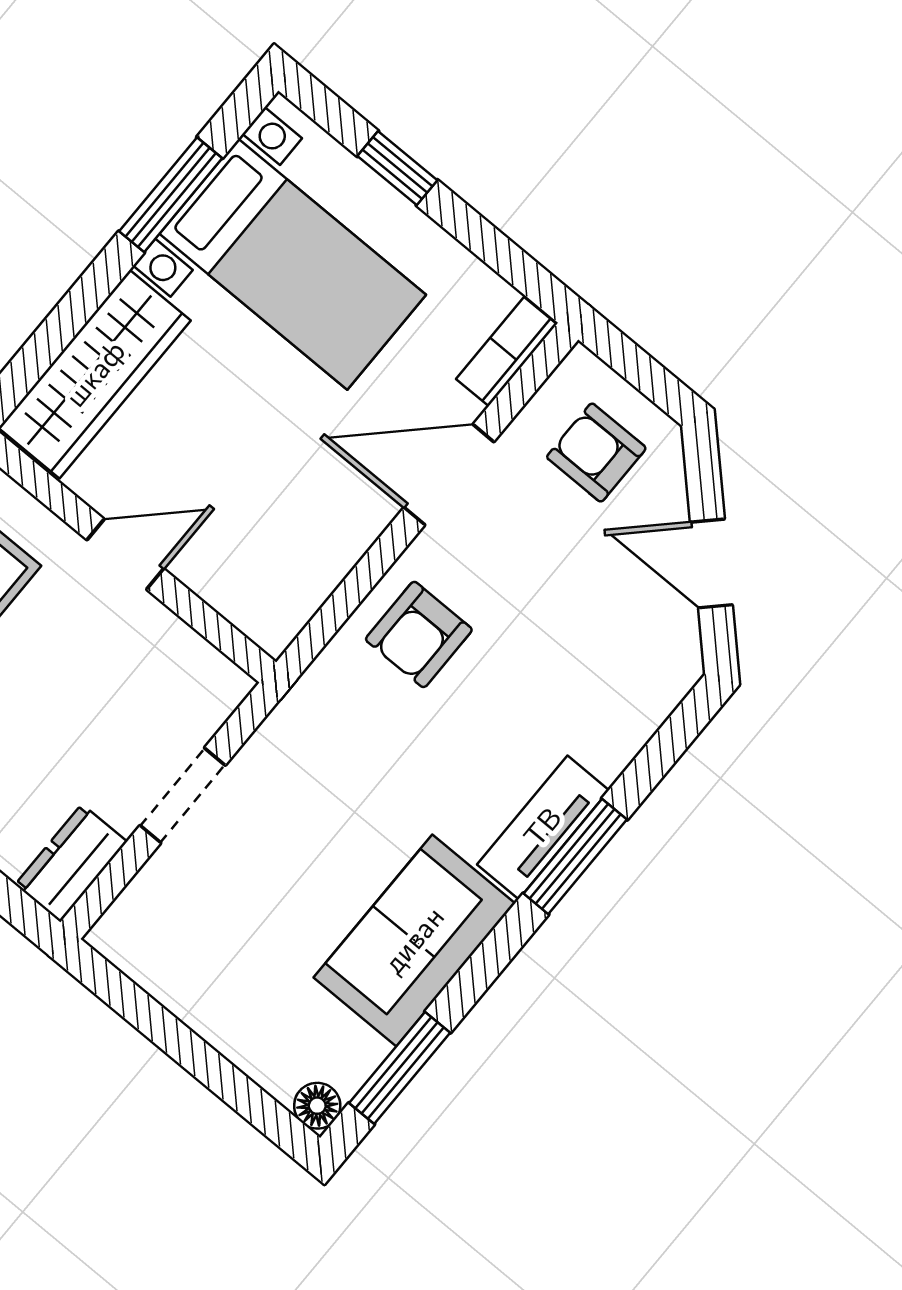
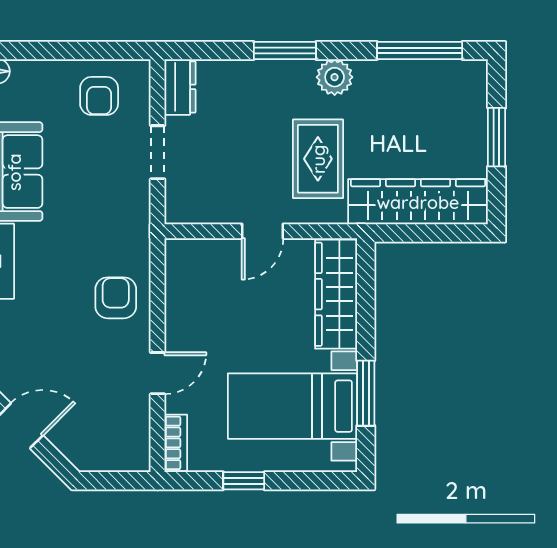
window: (397, 168) -> (244, 481), moved
armchair: (596, 453) -> (99, 96), moved, turned 90
door: (449, 475) -> (158, 373), width x0.73

